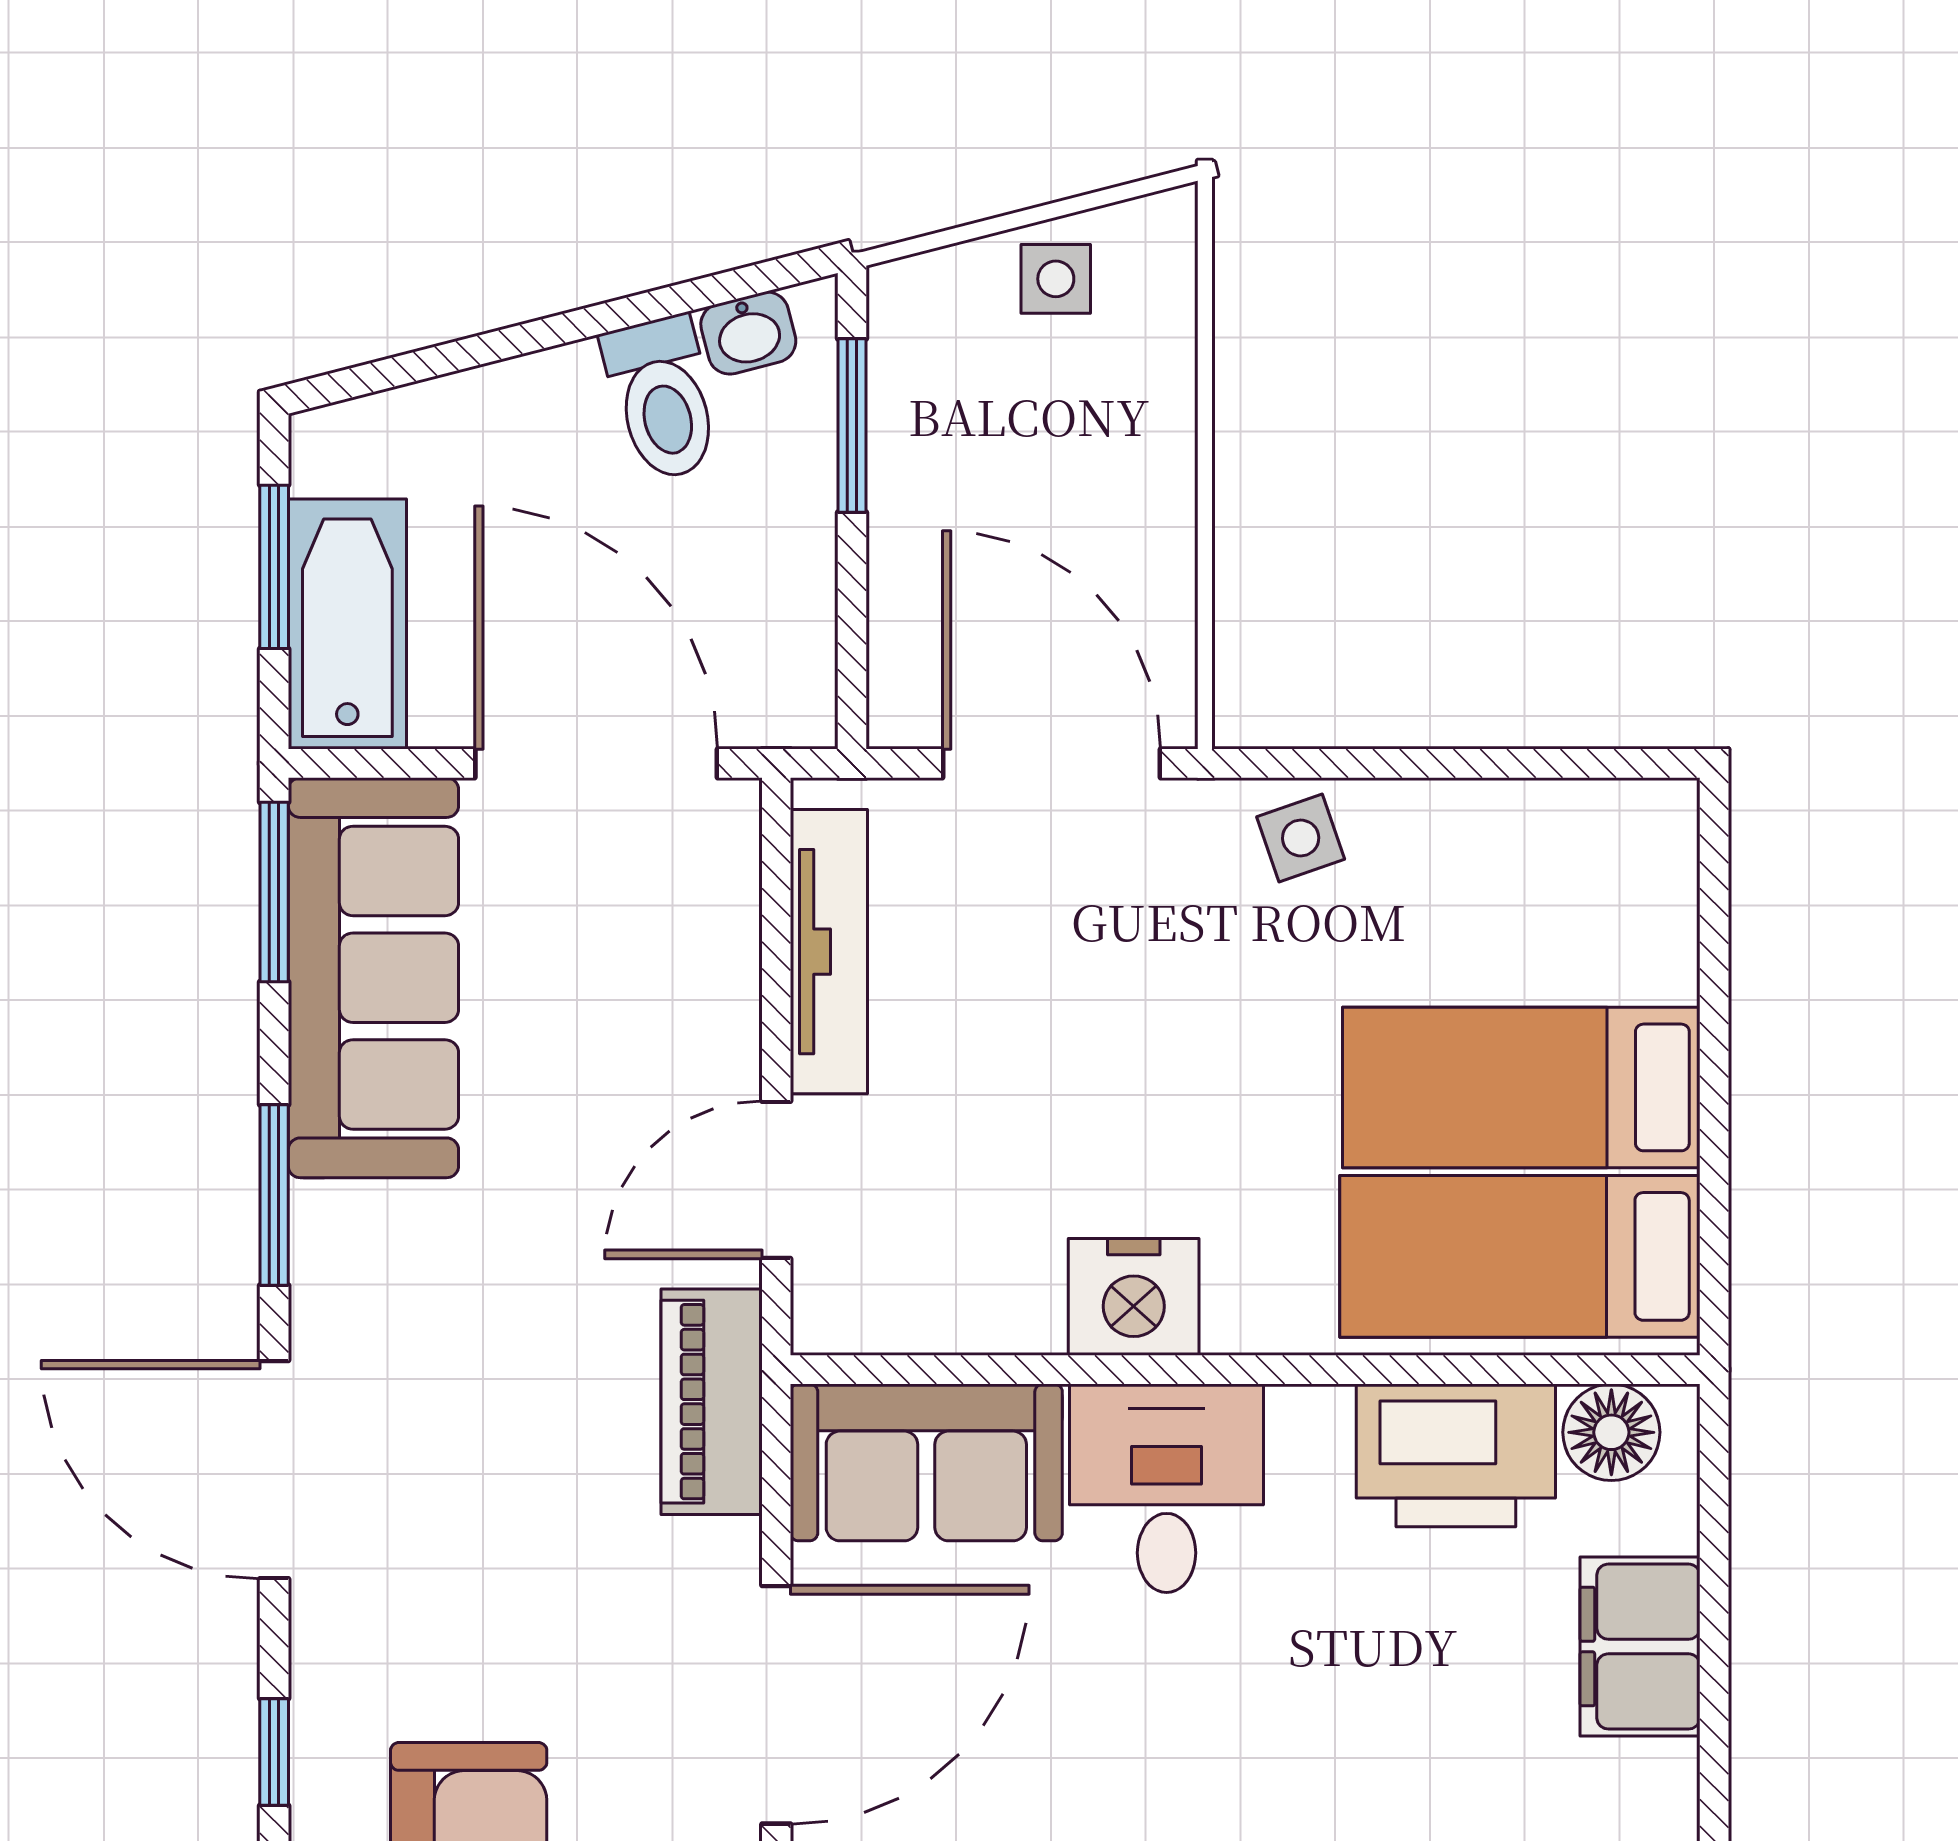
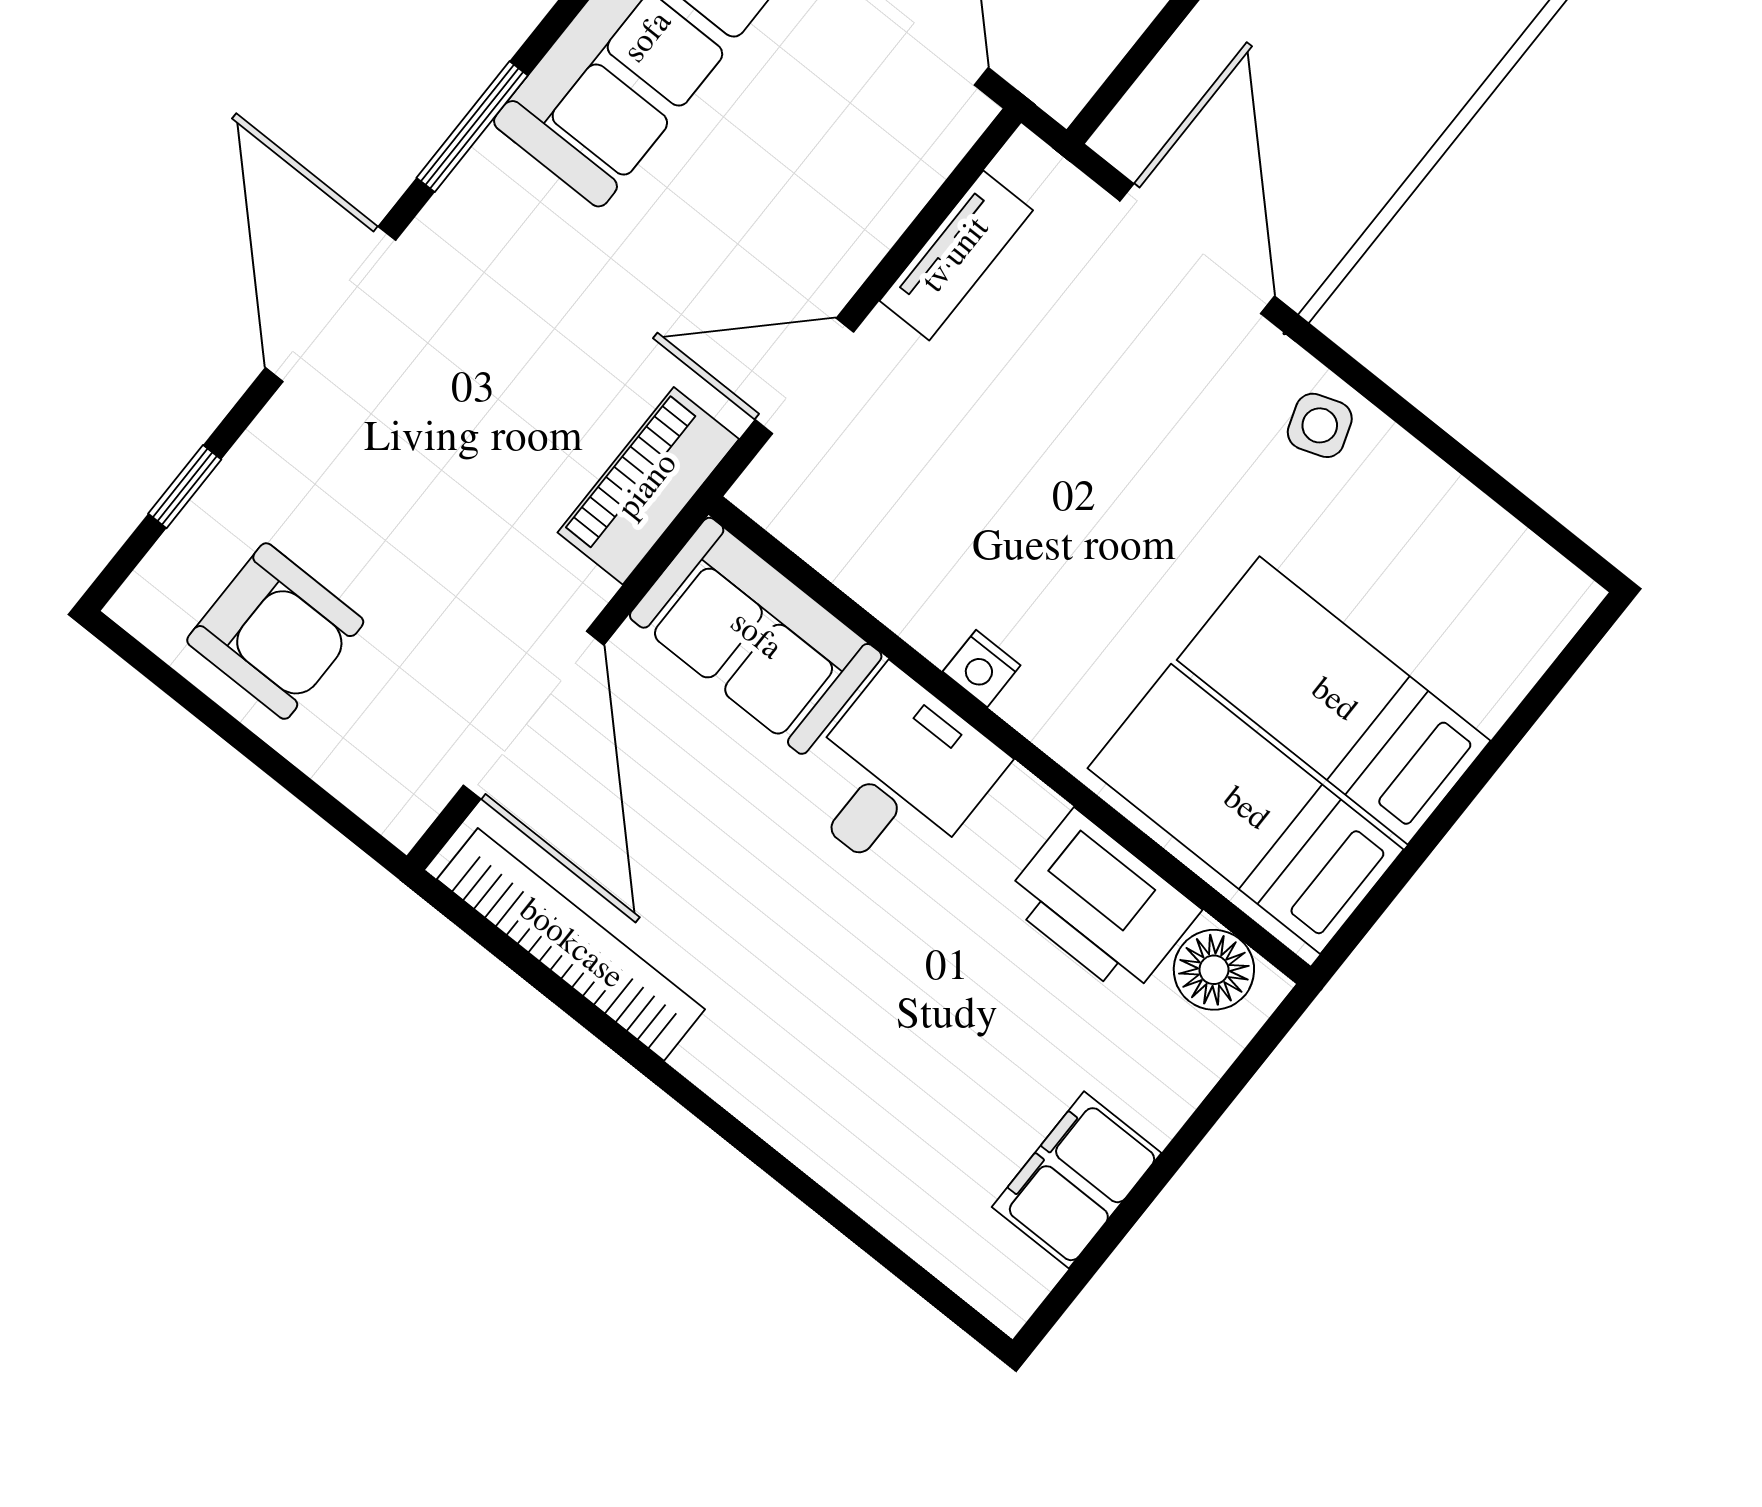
tv unit: (829, 952) -> (956, 255), width x0.71
nightstand: (1134, 1297) -> (982, 668), width x0.53, depth x0.56
filing cabinet: (1640, 1647) -> (1077, 1180), moved
door: (776, 1705) -> (534, 715), hinge flipped

